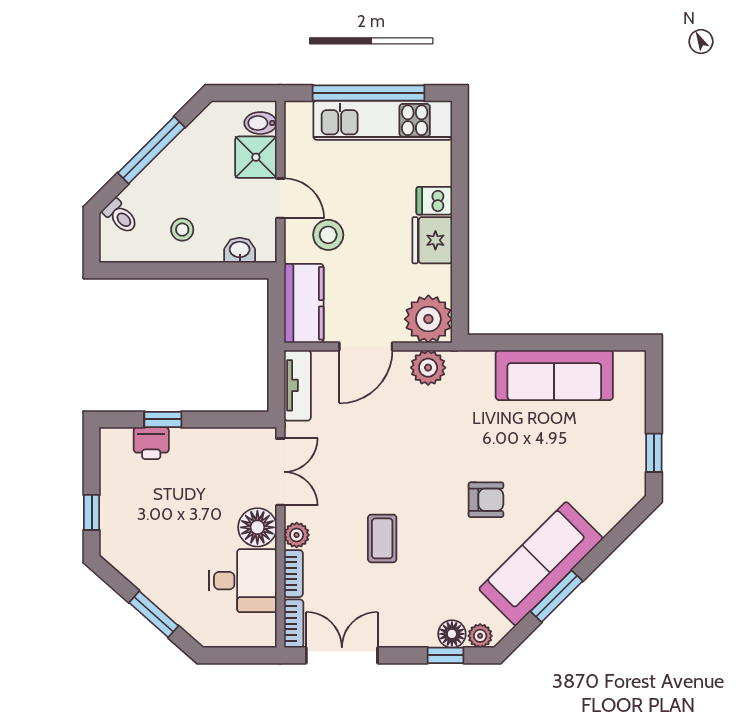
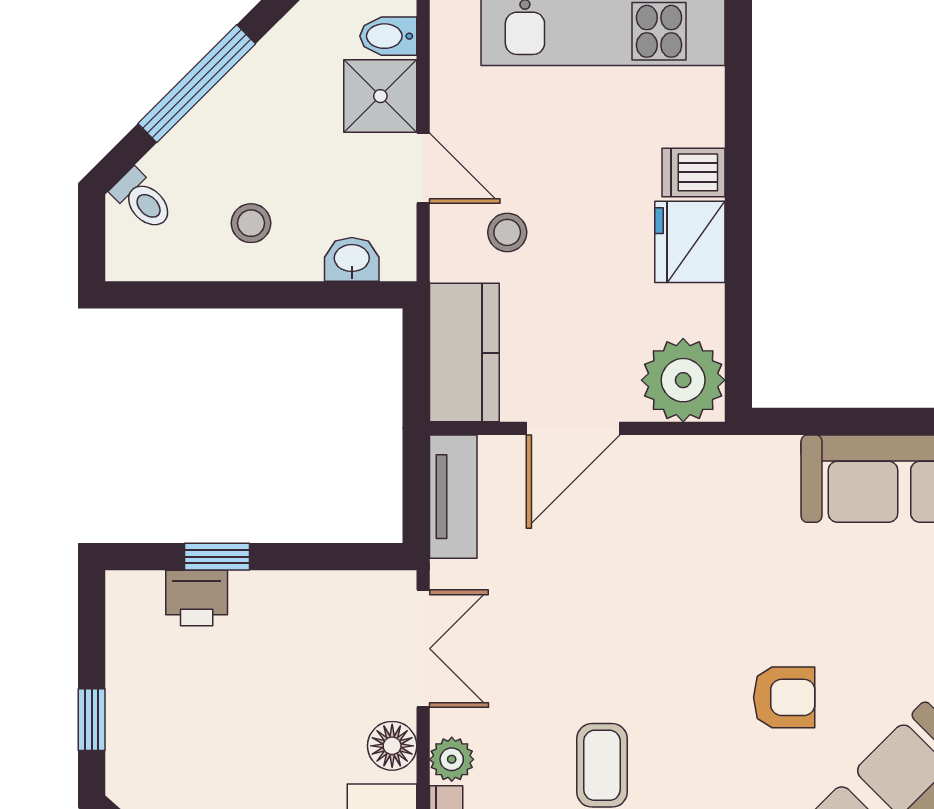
stool: (328, 235) -> (507, 232), width x0.73, depth x0.73
plant: (428, 368) -> (683, 465), removed
floor lamp: (257, 527) -> (392, 746), width x0.73, depth x0.73

